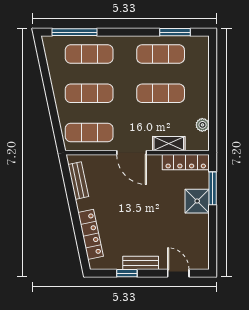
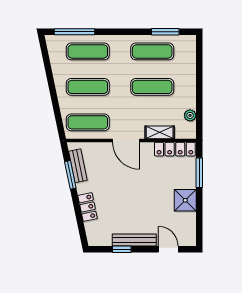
window: (70, 191) -> (70, 175), added
shower: (197, 201) -> (185, 200), moved
locker: (91, 234) -> (88, 207), width x0.66
bench: (141, 263) -> (134, 240), width x1.36

